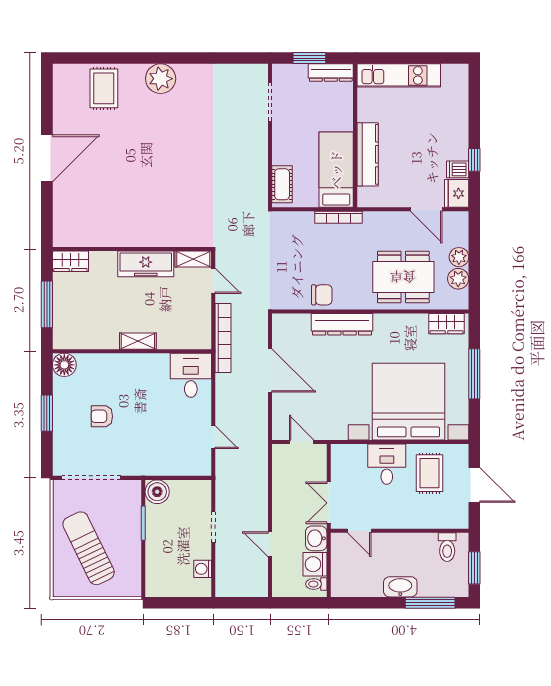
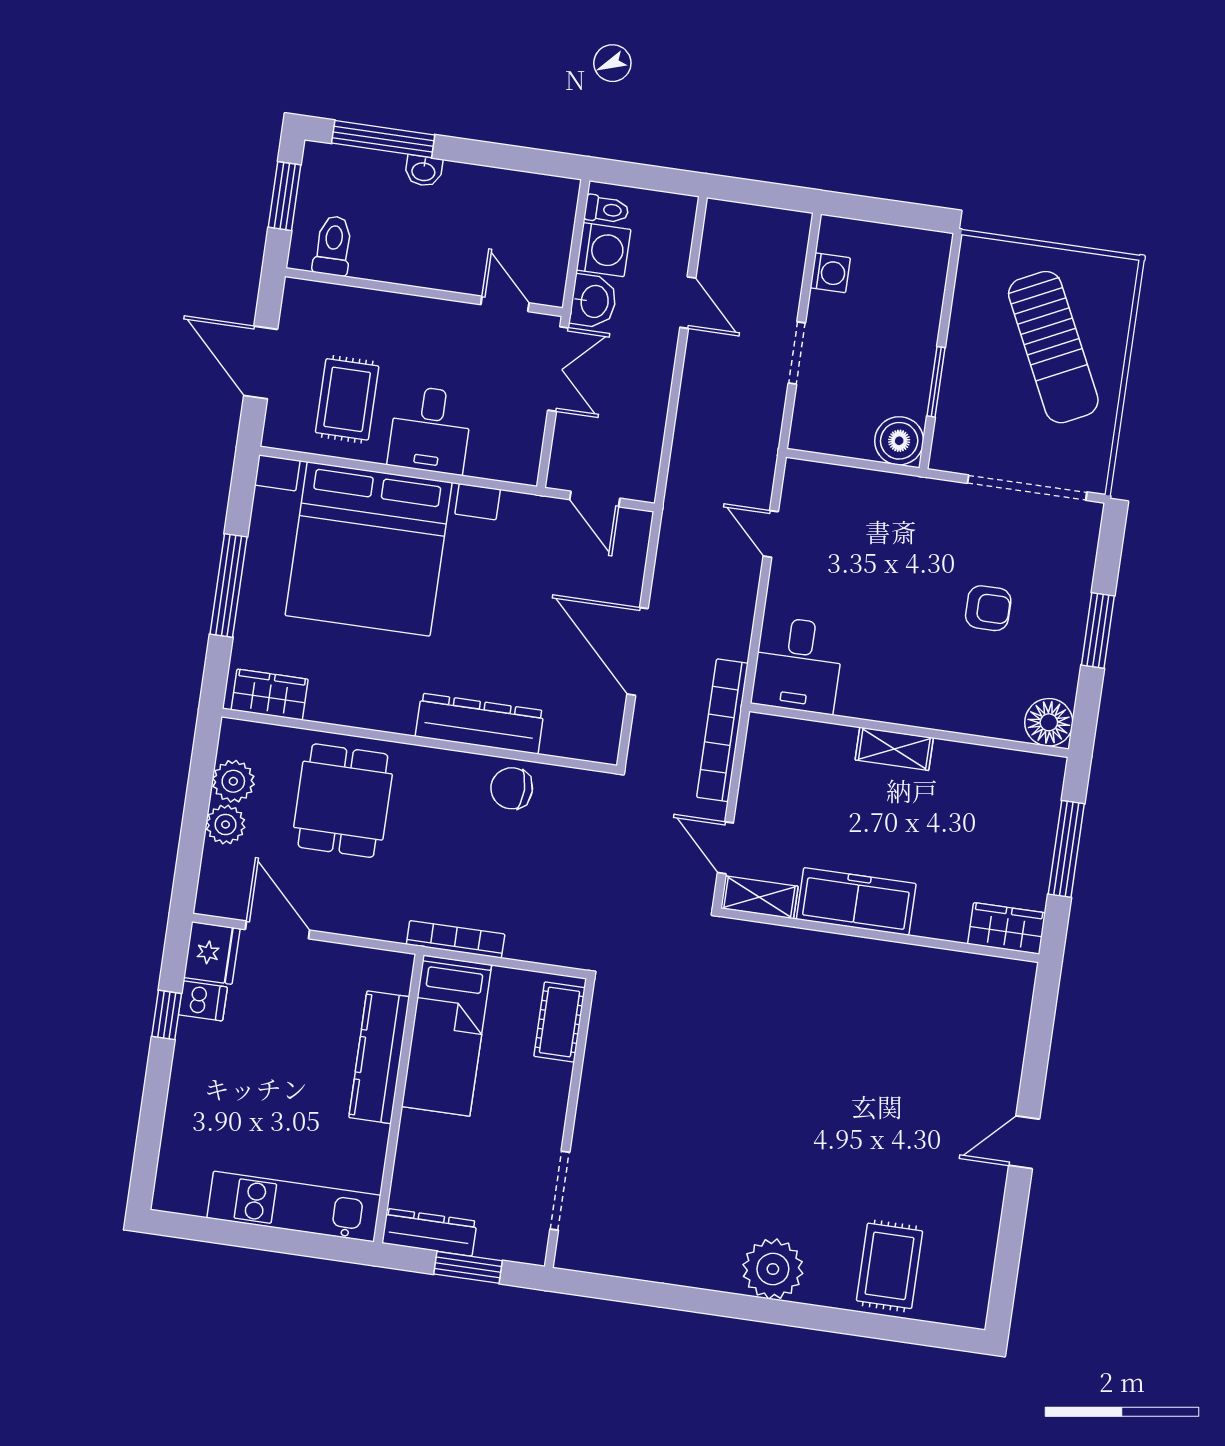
door: (47, 158) -> (1024, 1142), width x0.53
dining table: (403, 277) -> (343, 801), width x0.73
washbasin: (400, 587) -> (424, 171), width x0.52, depth x0.69

